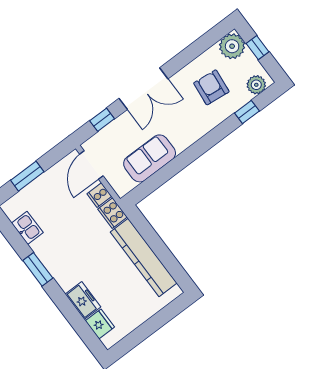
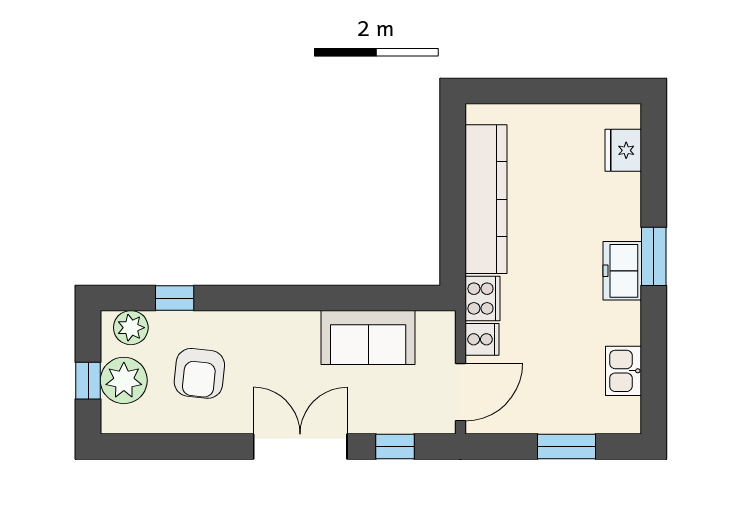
plant: (232, 46) -> (124, 380), moved
window: (38, 269) -> (654, 256), moved
freezer: (83, 301) -> (622, 271), moved

